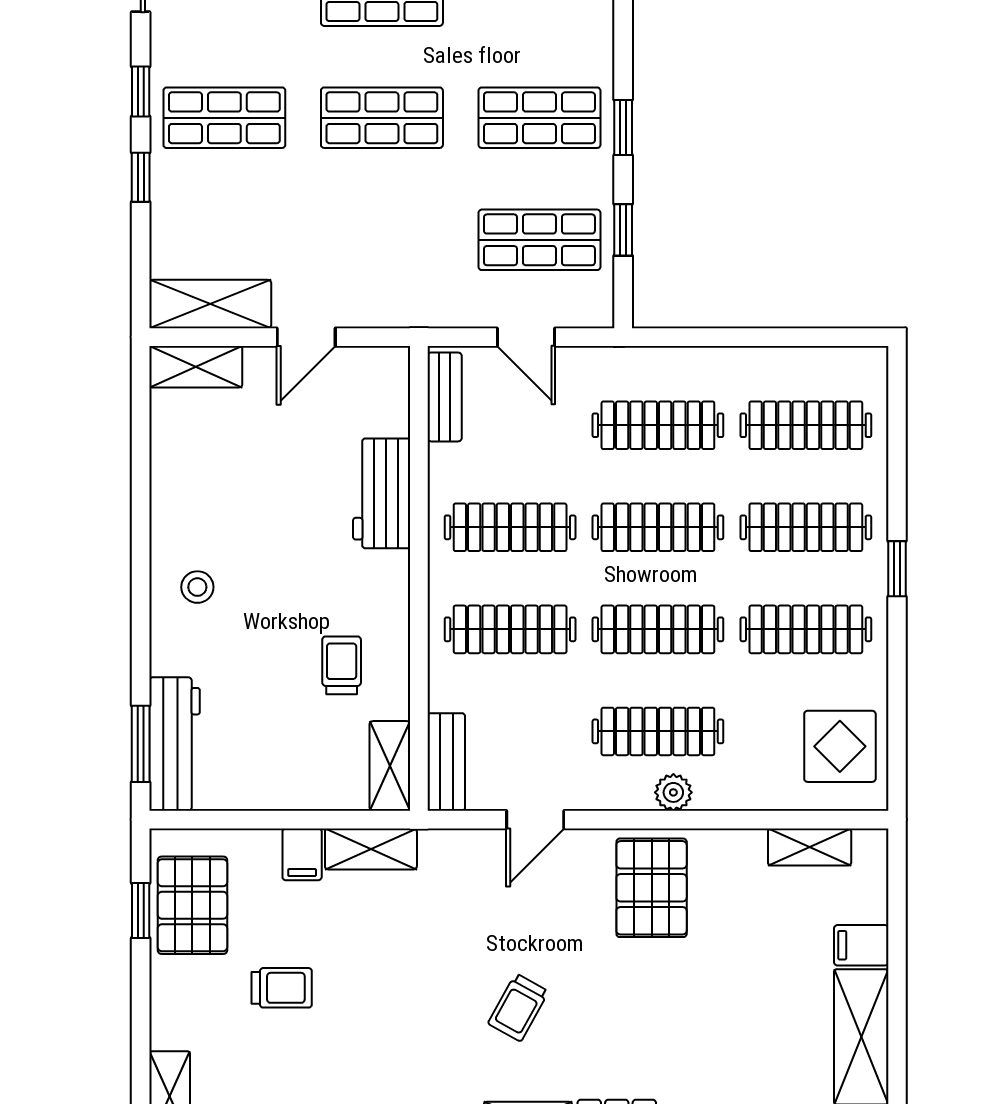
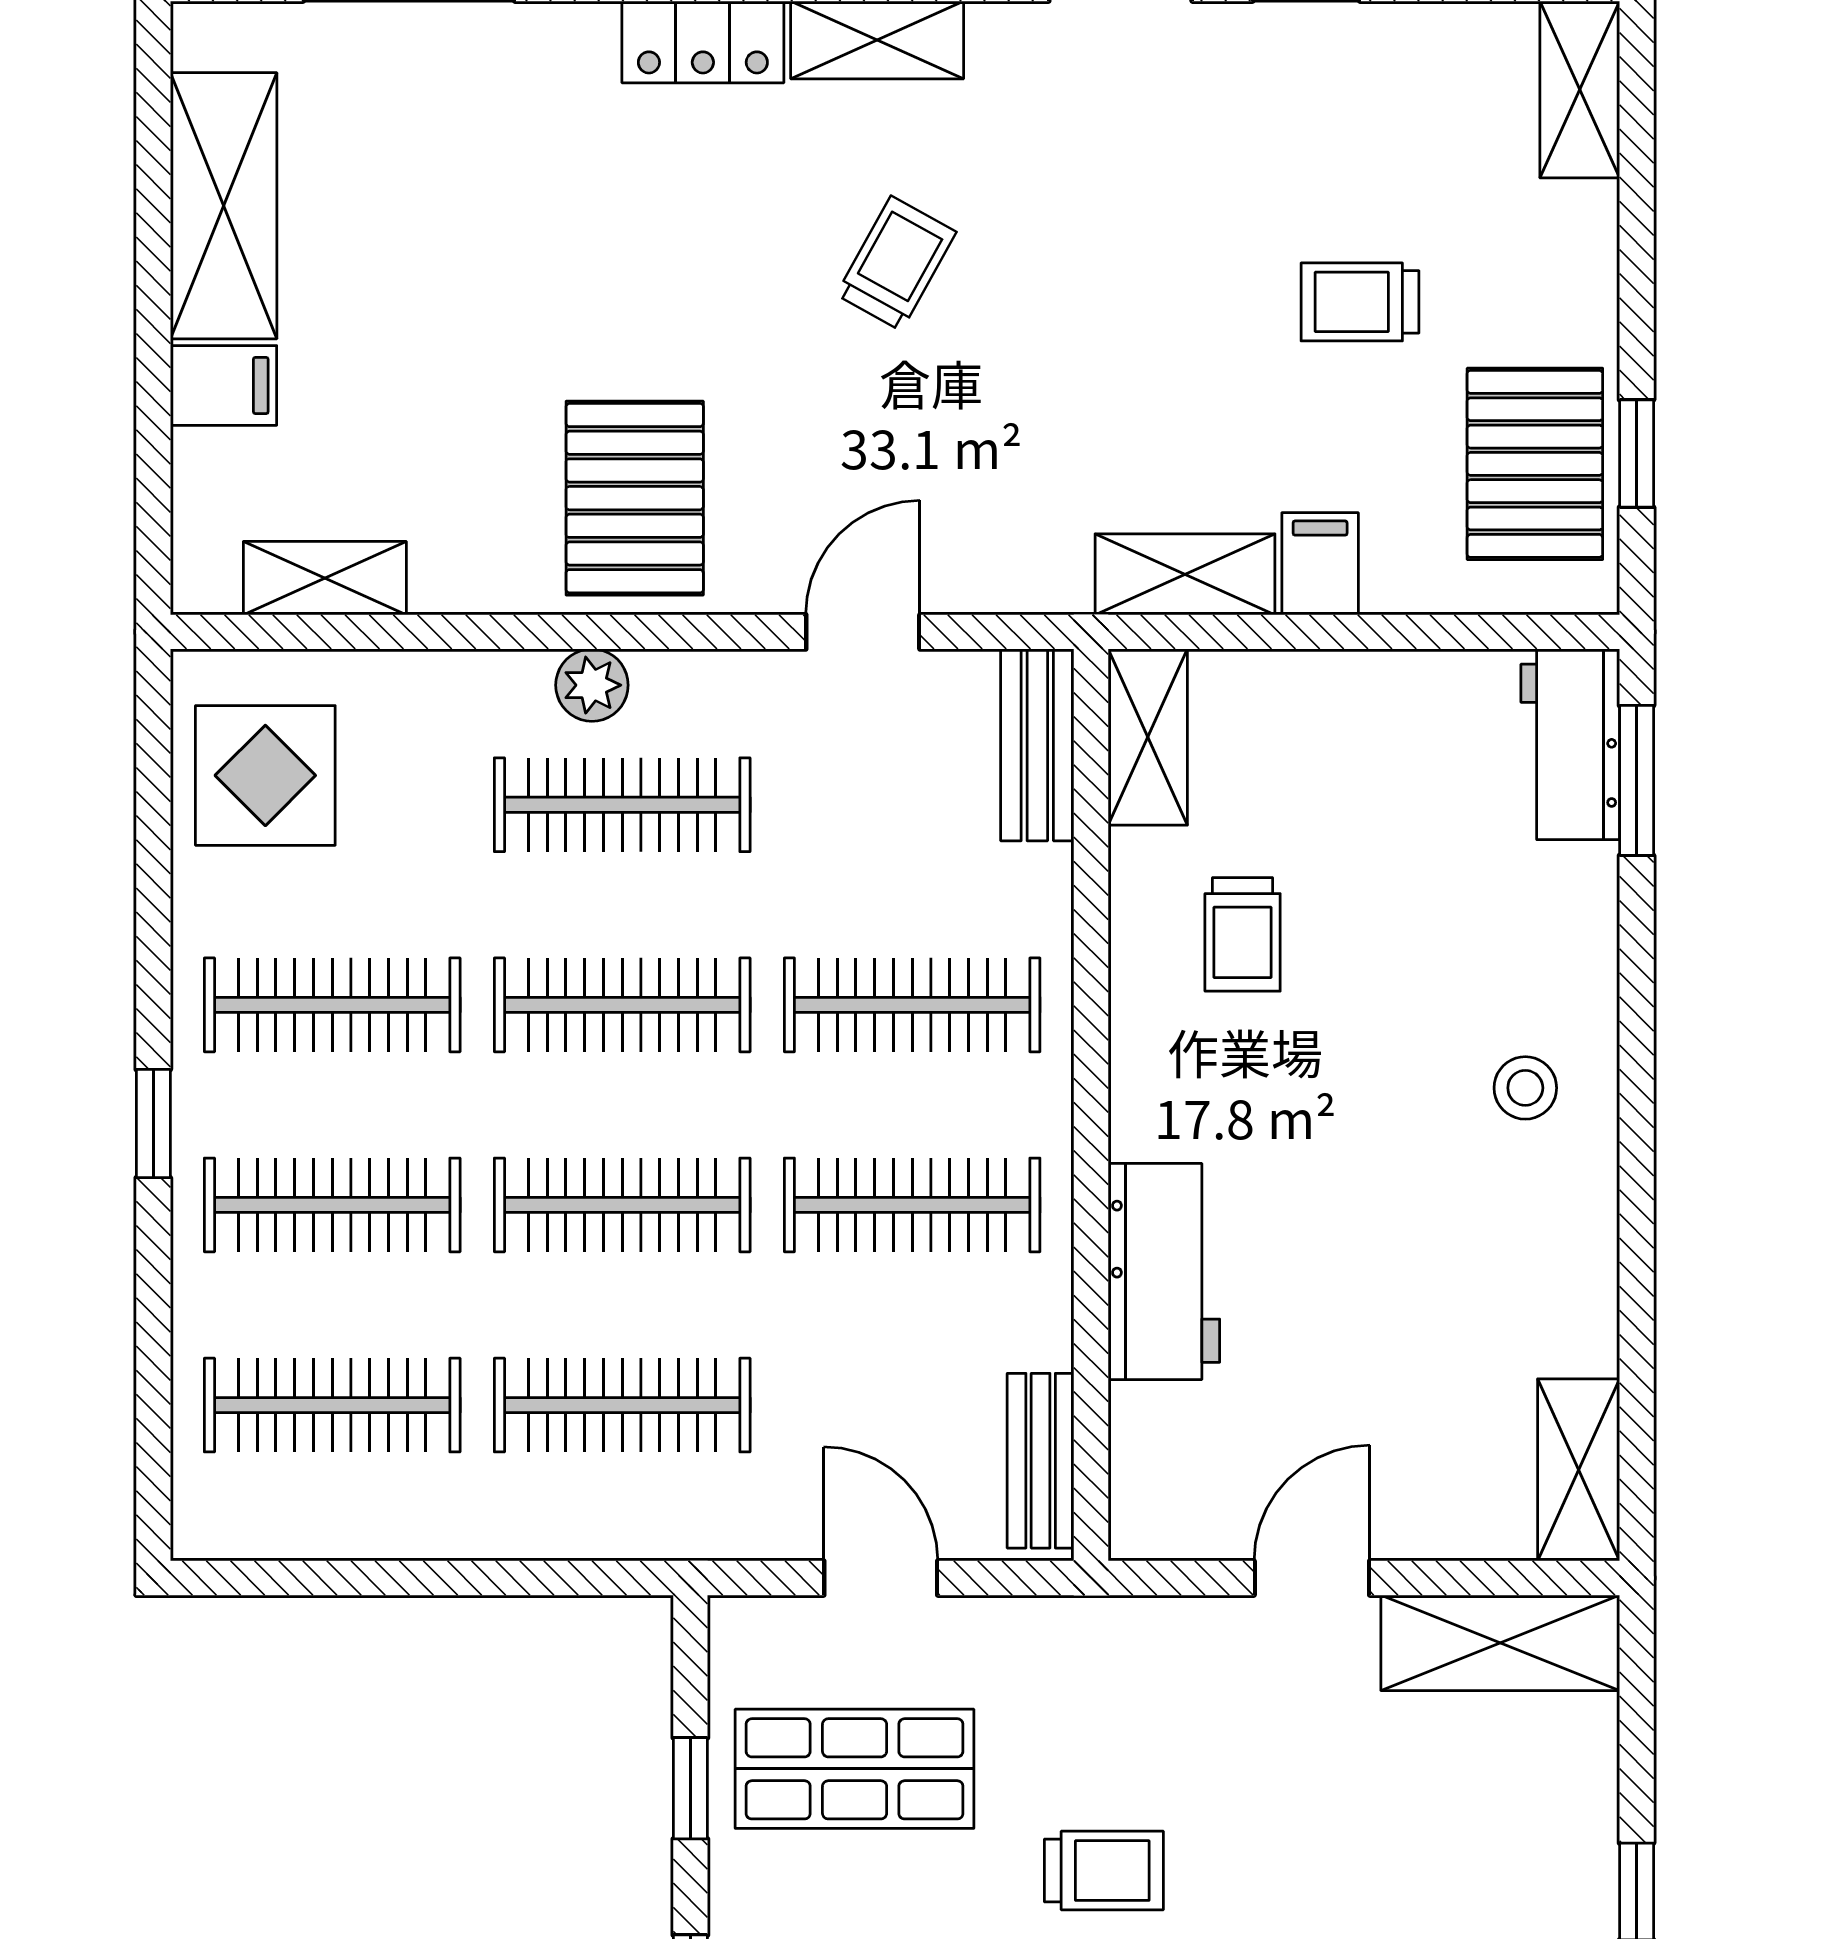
trolley: (412, 188) -> (1104, 1871), added
shelving: (196, 367) -> (1579, 1470), moved, turned 90
workbench: (174, 744) -> (1570, 744), width x0.73

